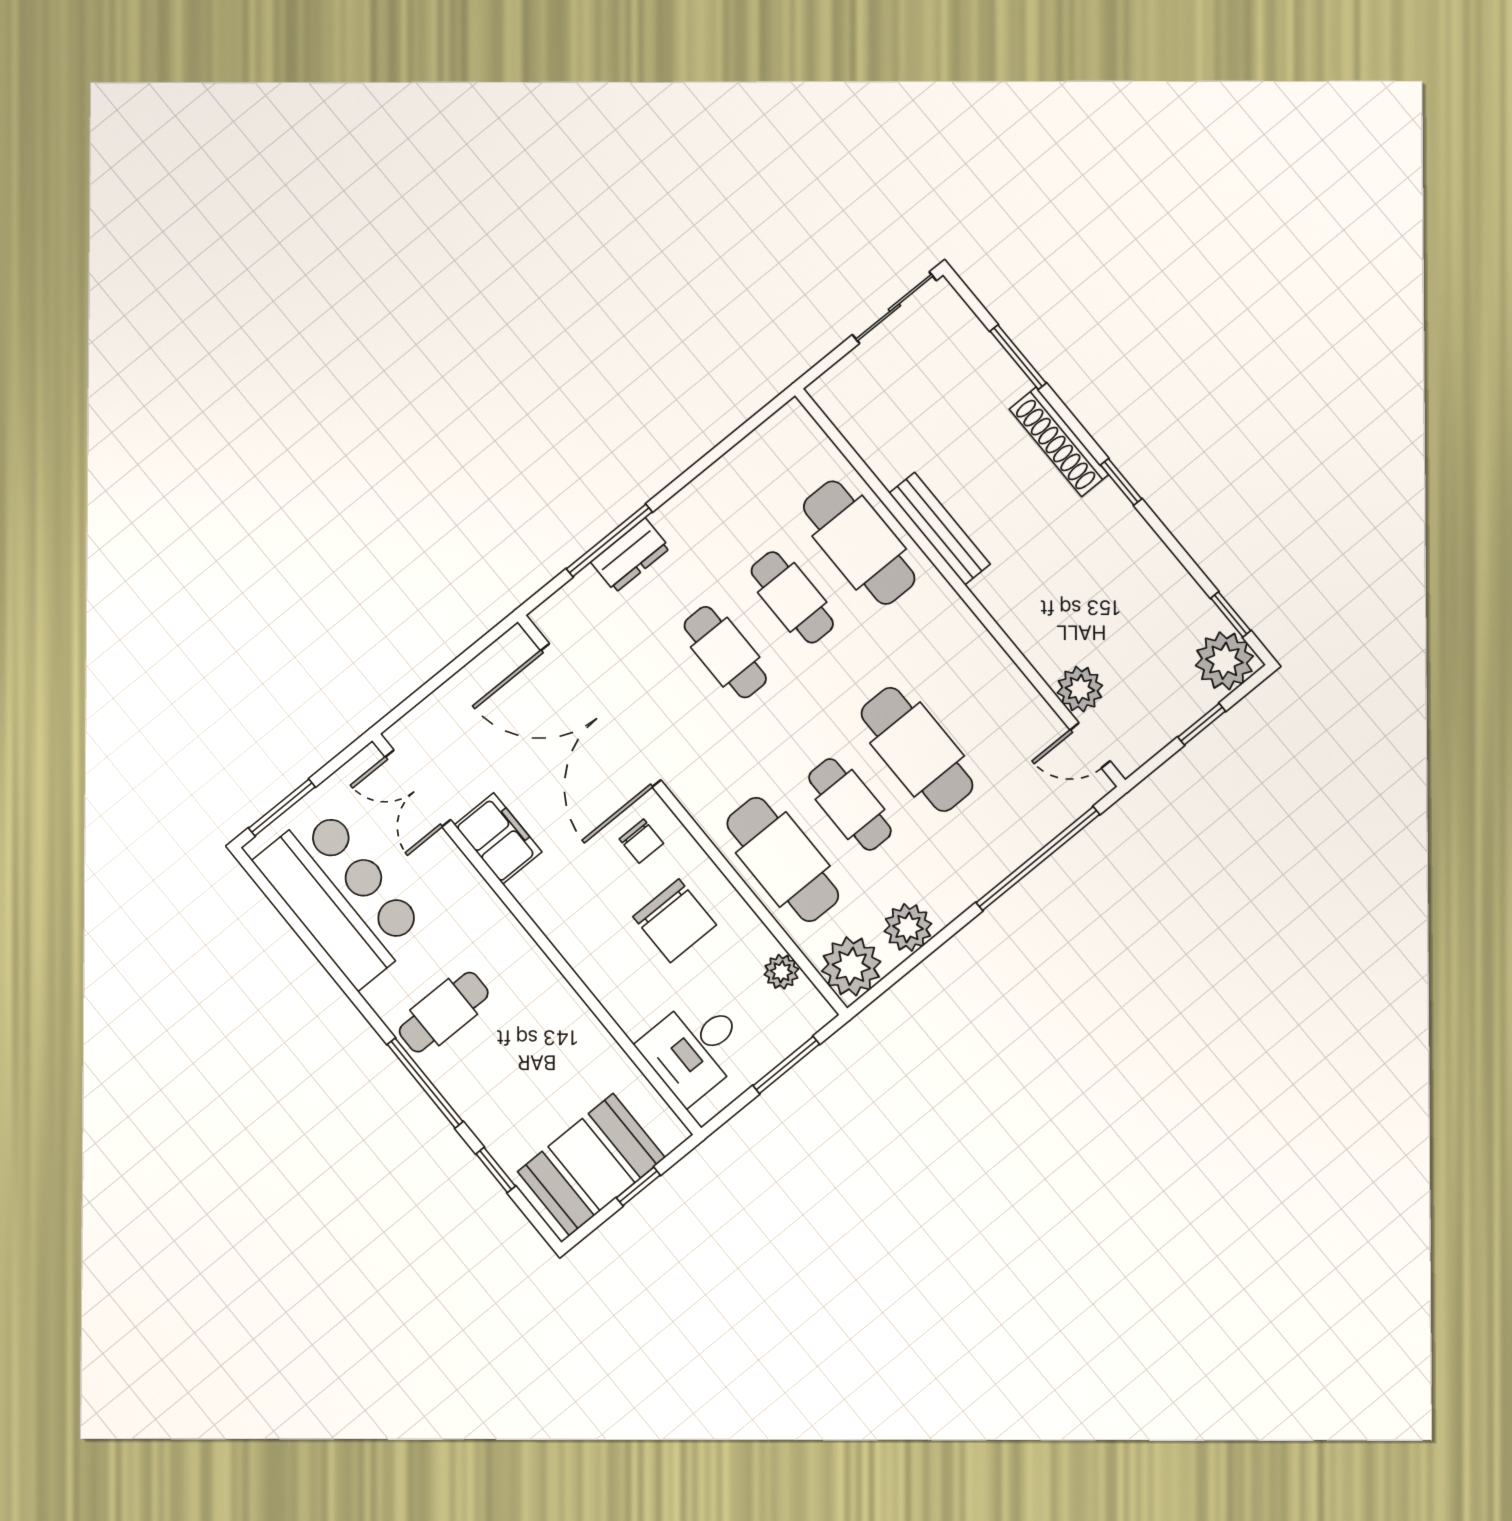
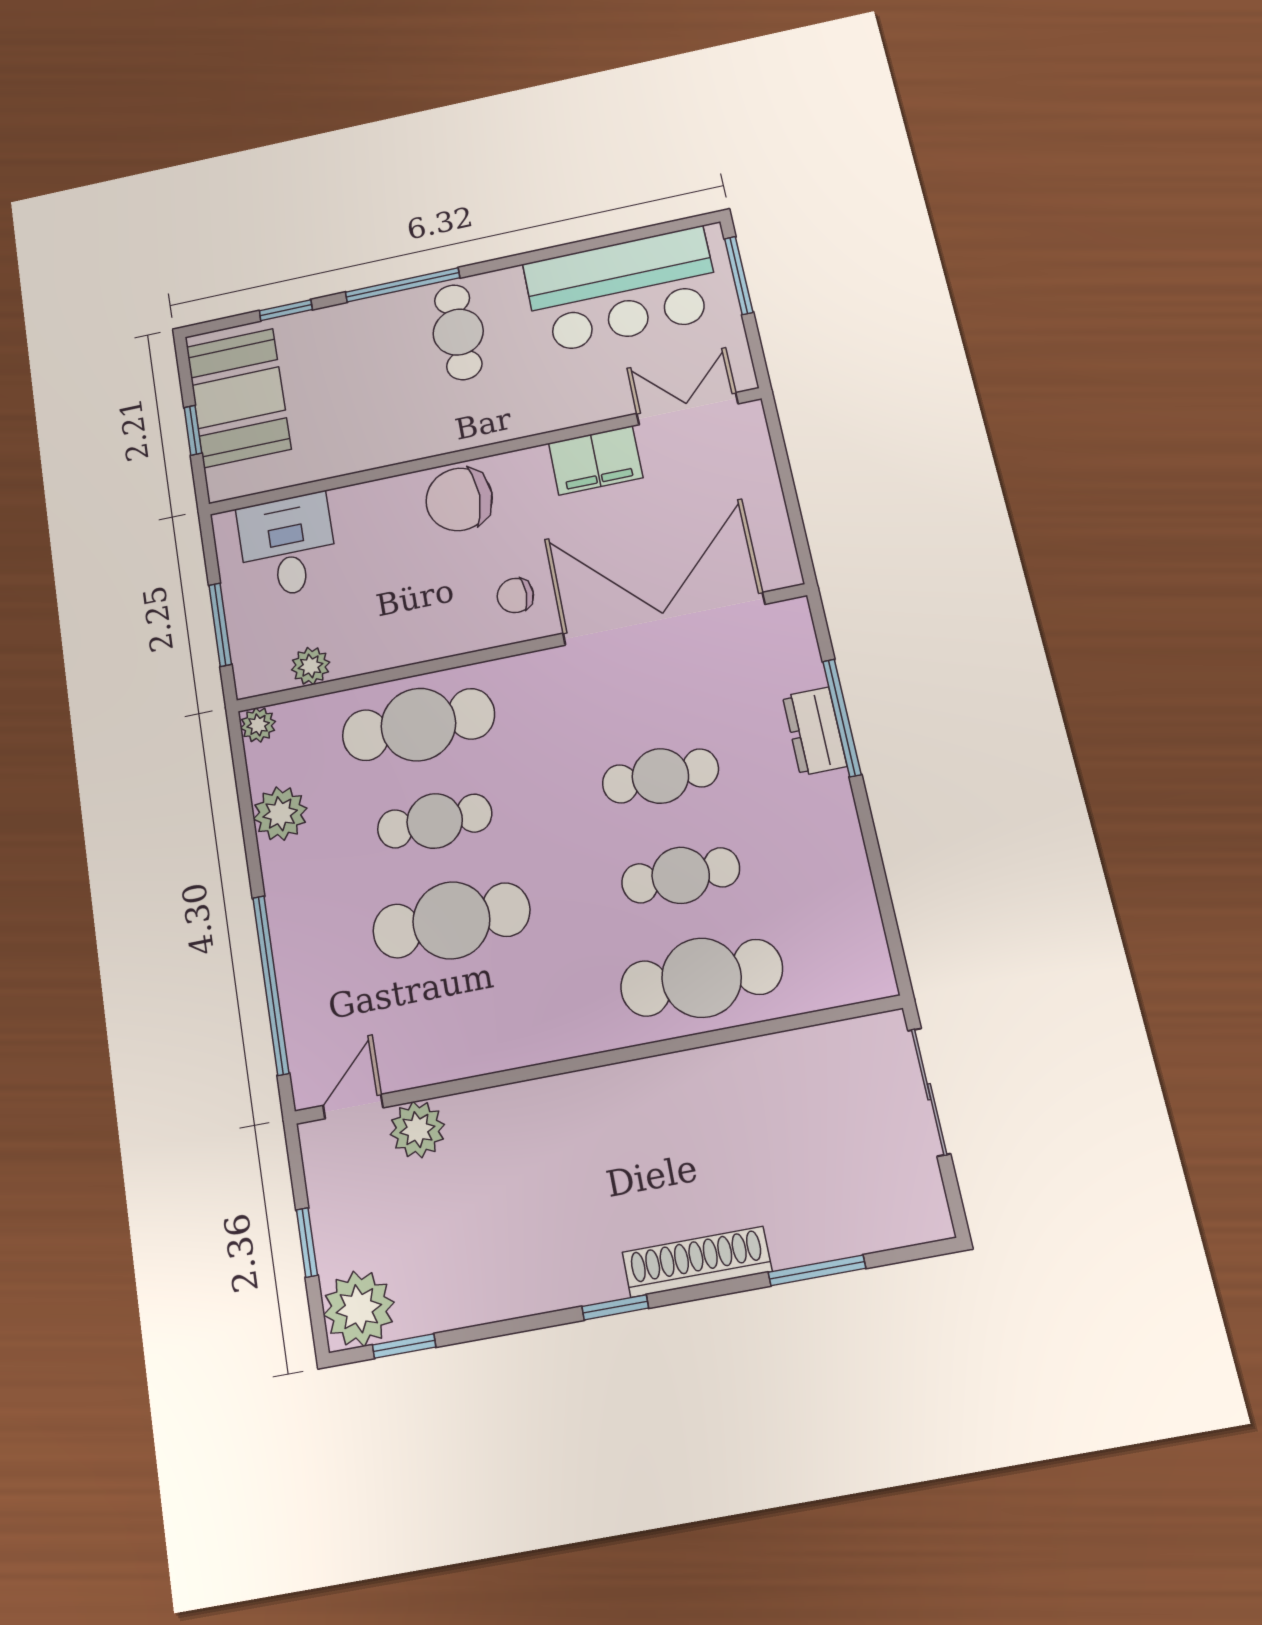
sliding door: (894, 308) -> (929, 1092), moved
bench: (940, 529) -> (671, 1073), removed
chair: (675, 921) -> (459, 499), moved
plant: (851, 966) -> (258, 725), width x0.53, depth x0.53

